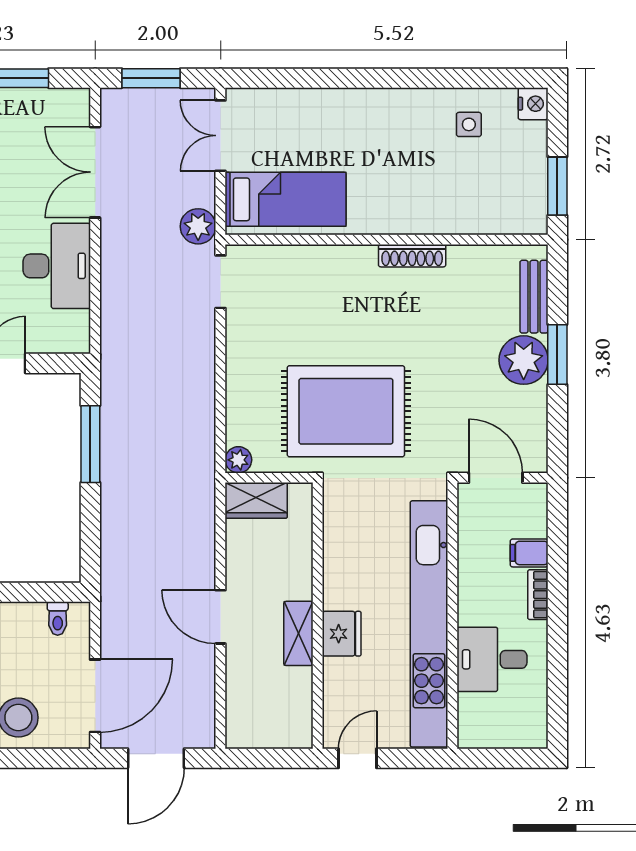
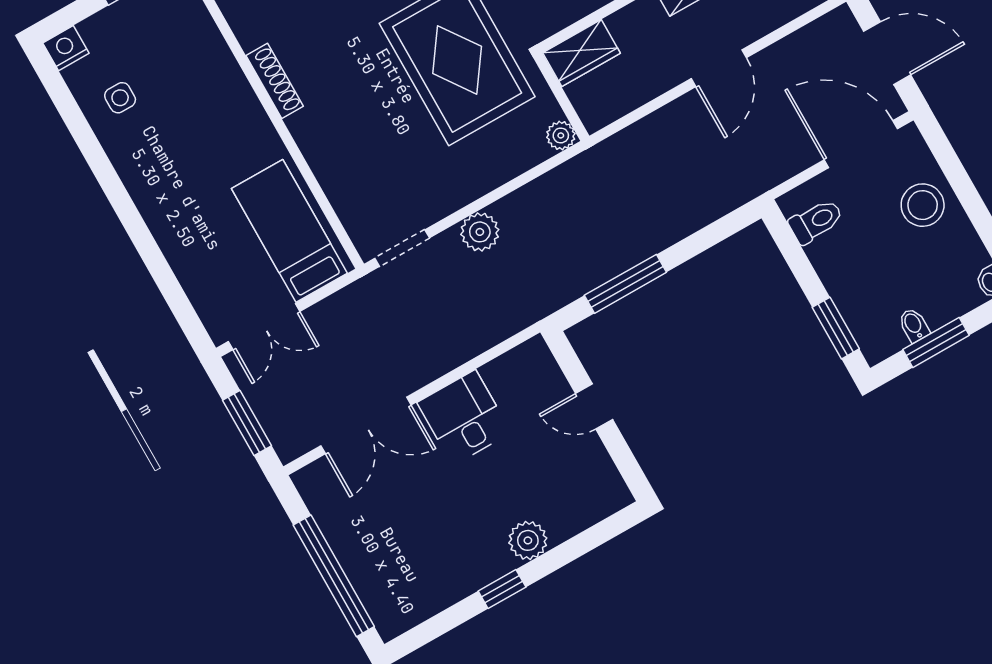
plant: (198, 226) -> (480, 232), moved
desk: (57, 266) -> (464, 417), width x0.73
wardrobe: (256, 500) -> (582, 53), moved, turned 90
toilet: (58, 618) -> (816, 221), width x1.37, depth x1.39

